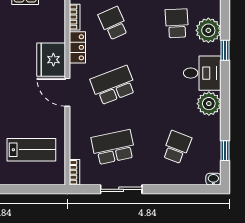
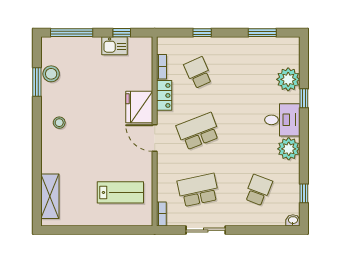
school desk: (177, 23) -> (258, 73), removed

